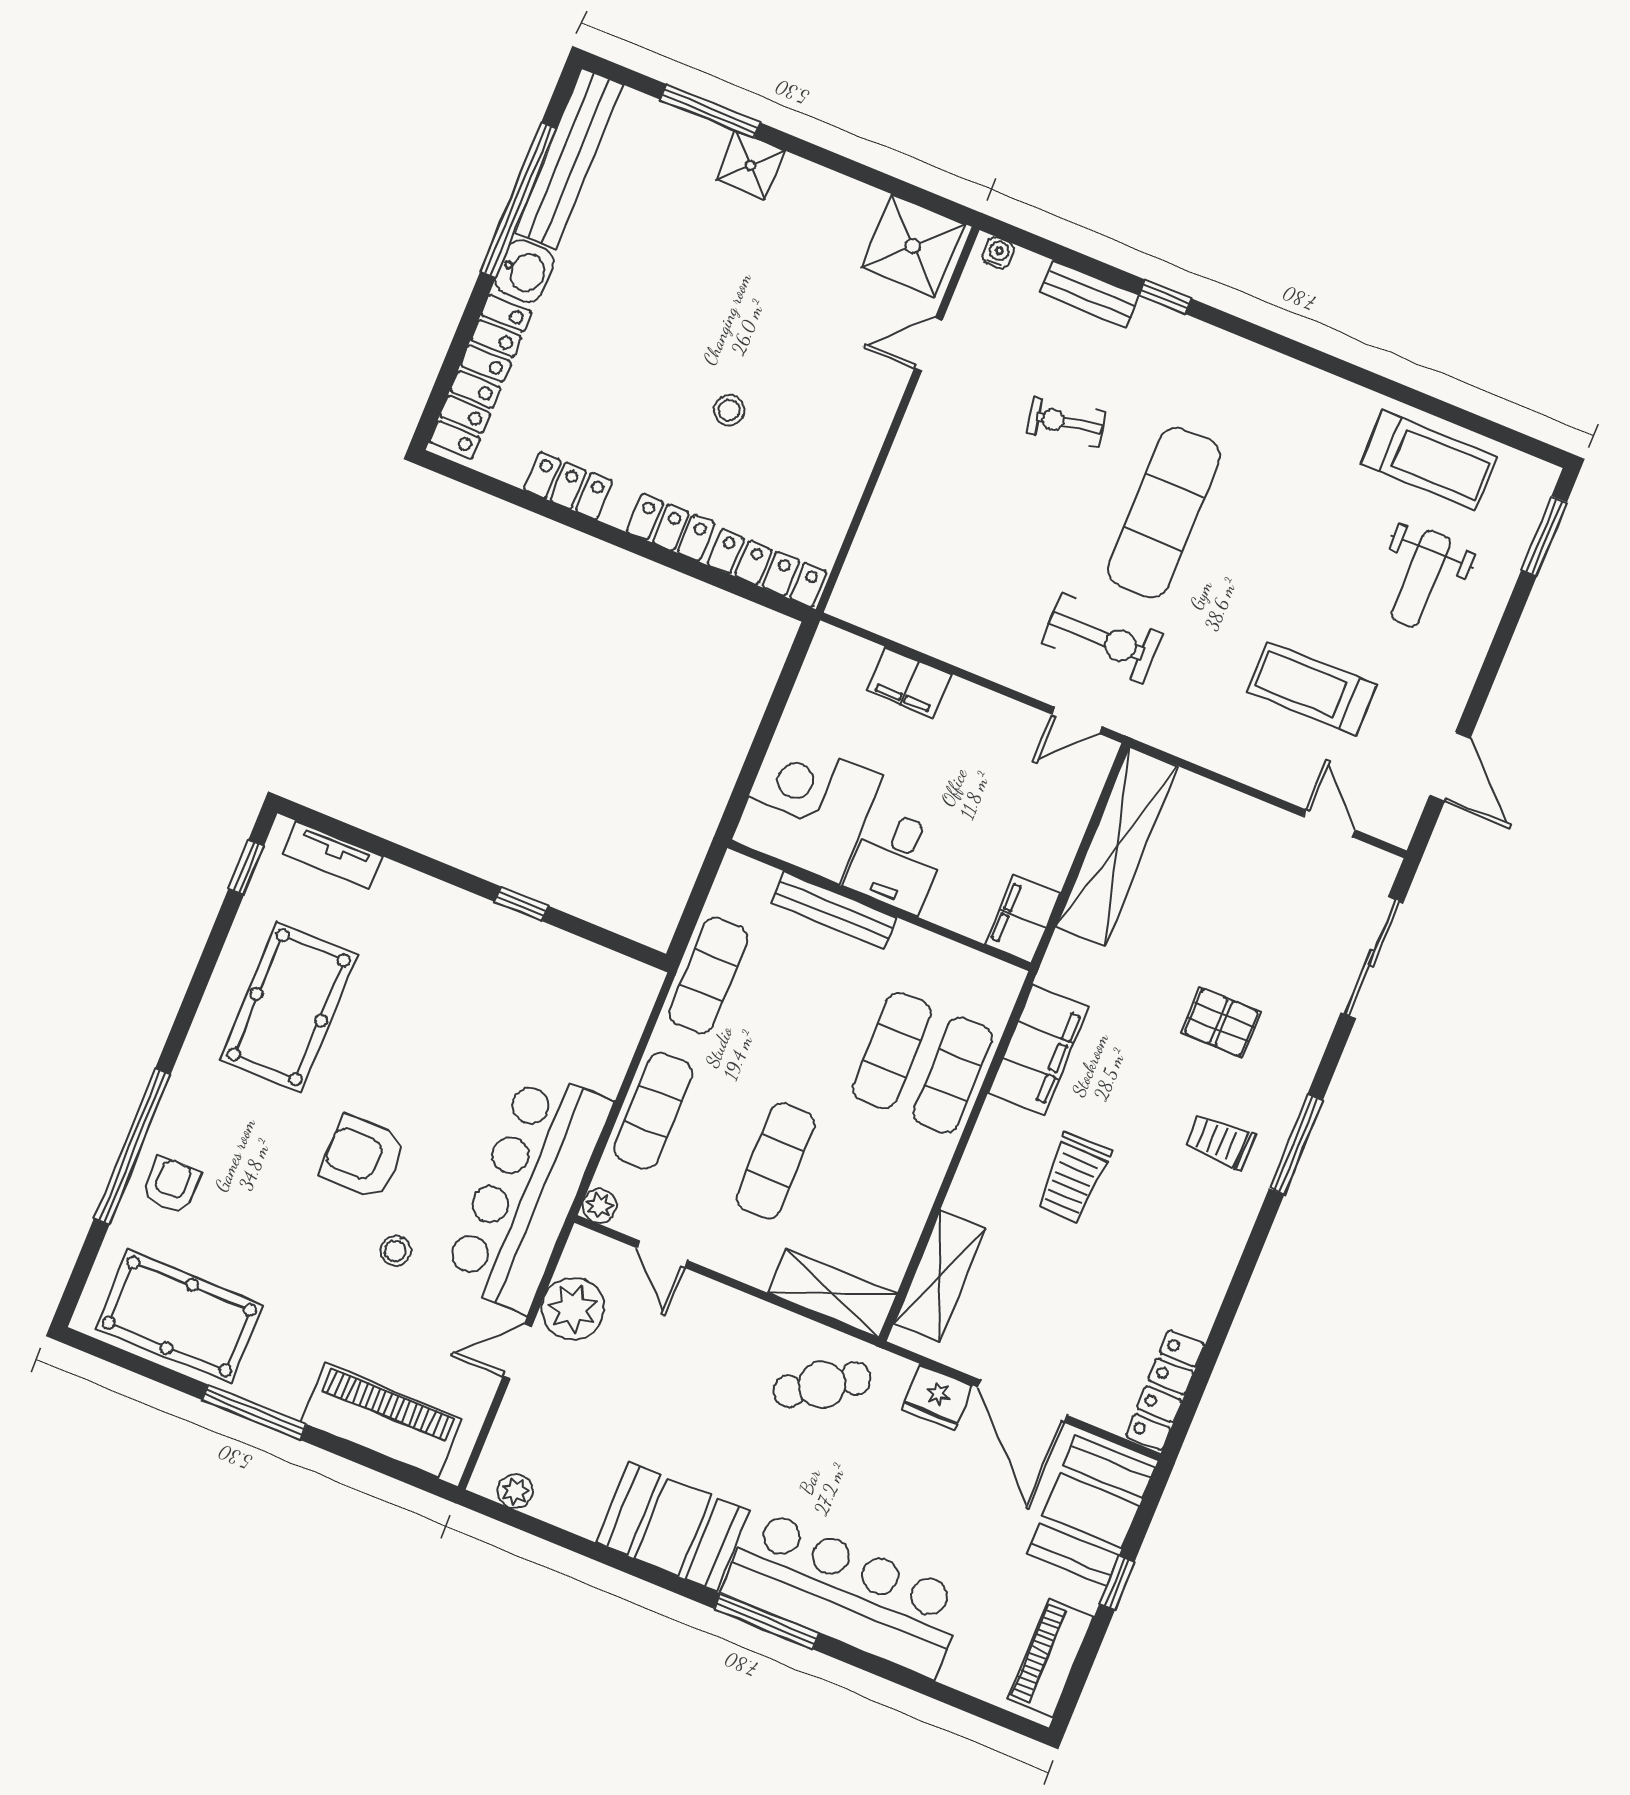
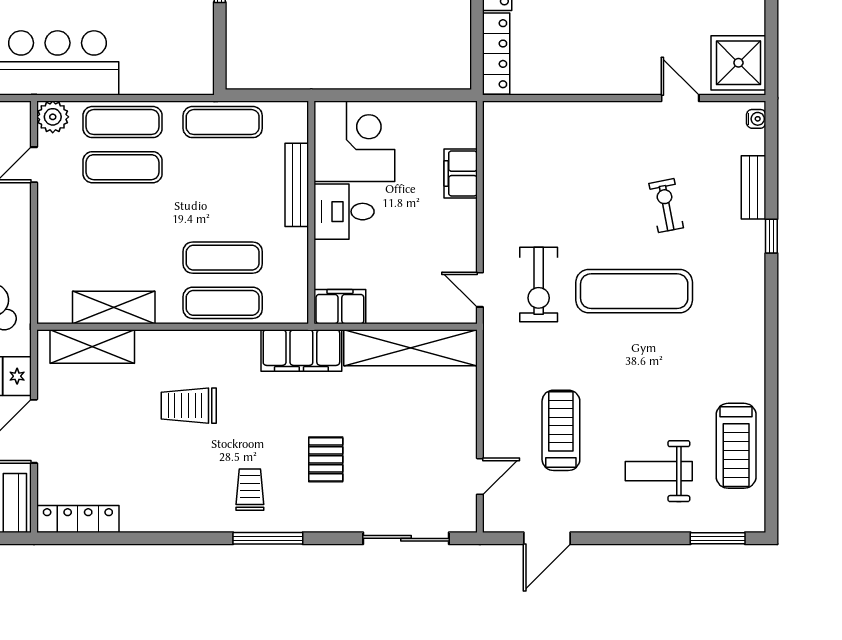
filing cabinet: (1038, 1050) -> (301, 350), moved
exercise mat: (775, 1161) -> (123, 167), moved
plant: (599, 1206) -> (53, 117), width x1.38, depth x1.38
shelving: (832, 1293) -> (114, 307), moved, turned 90

